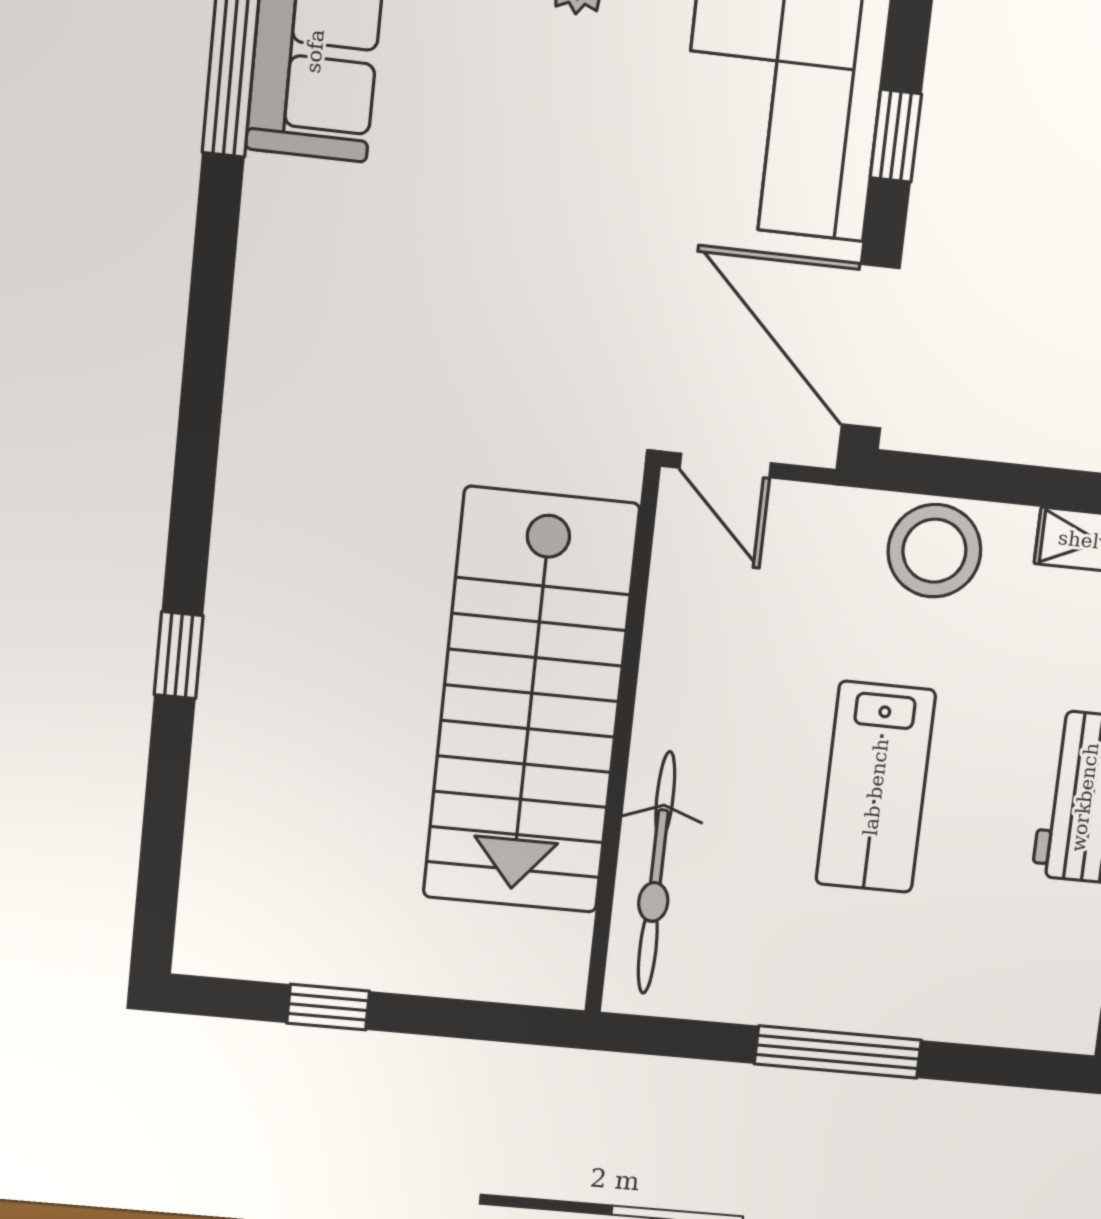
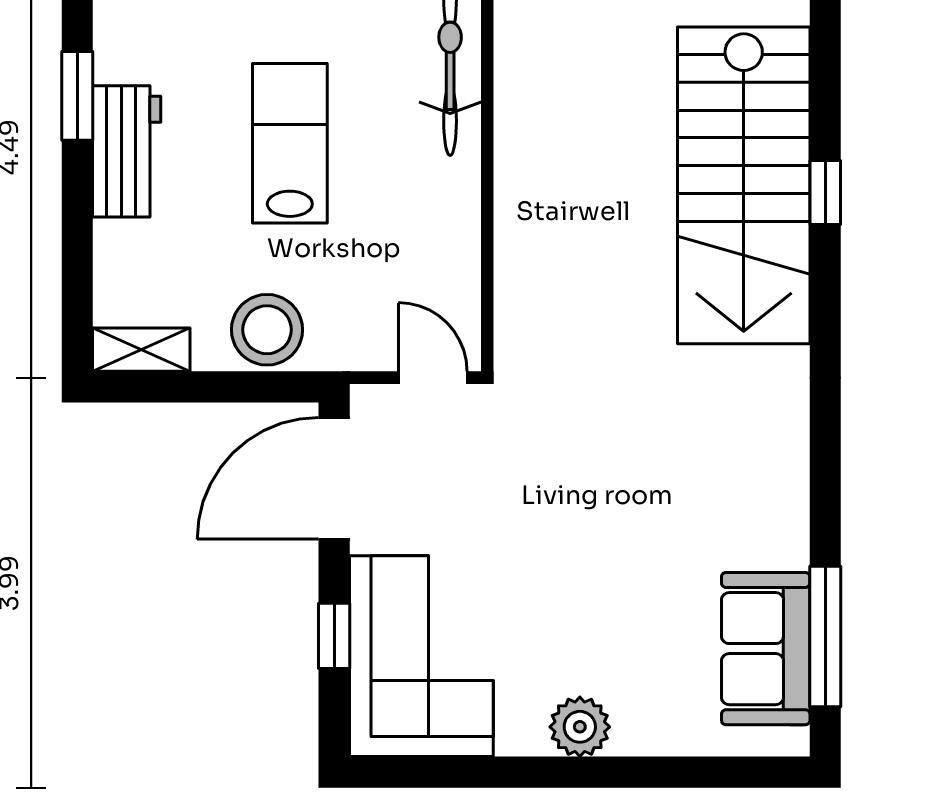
door: (871, 346) -> (334, 478), swing flipped
stairs: (531, 701) -> (744, 185), moved, turned 180

